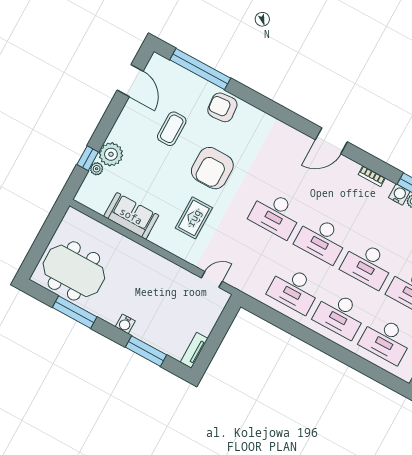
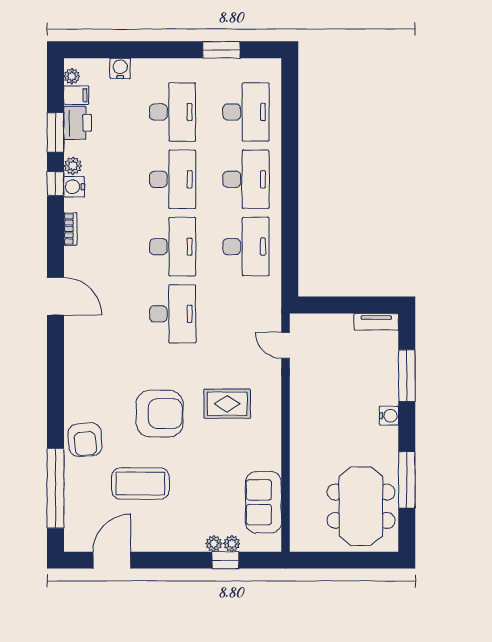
coffee table: (172, 129) -> (140, 484), width x1.36, depth x1.32
plant: (111, 154) -> (214, 544), width x0.53, depth x0.53
sofa: (131, 216) -> (264, 502), moved

